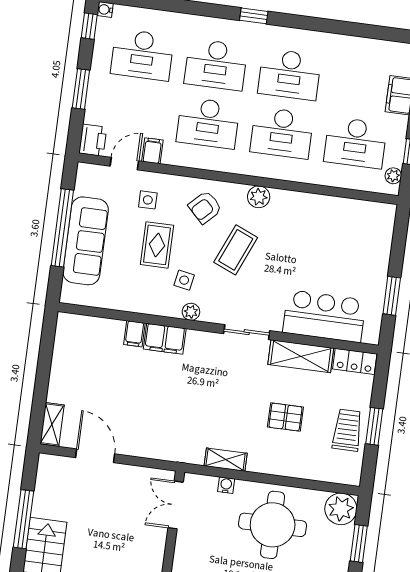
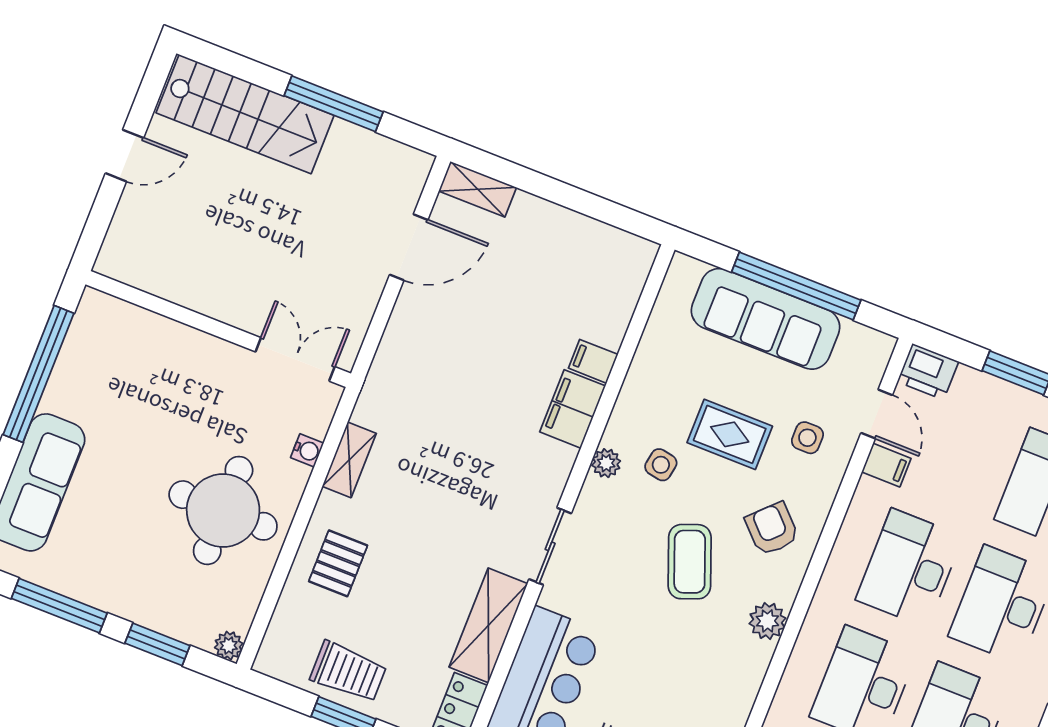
coffee table: (236, 250) -> (690, 562), turned 46
pallet: (285, 417) -> (338, 563), moved
plant: (341, 509) -> (229, 646), width x0.53, depth x0.53

